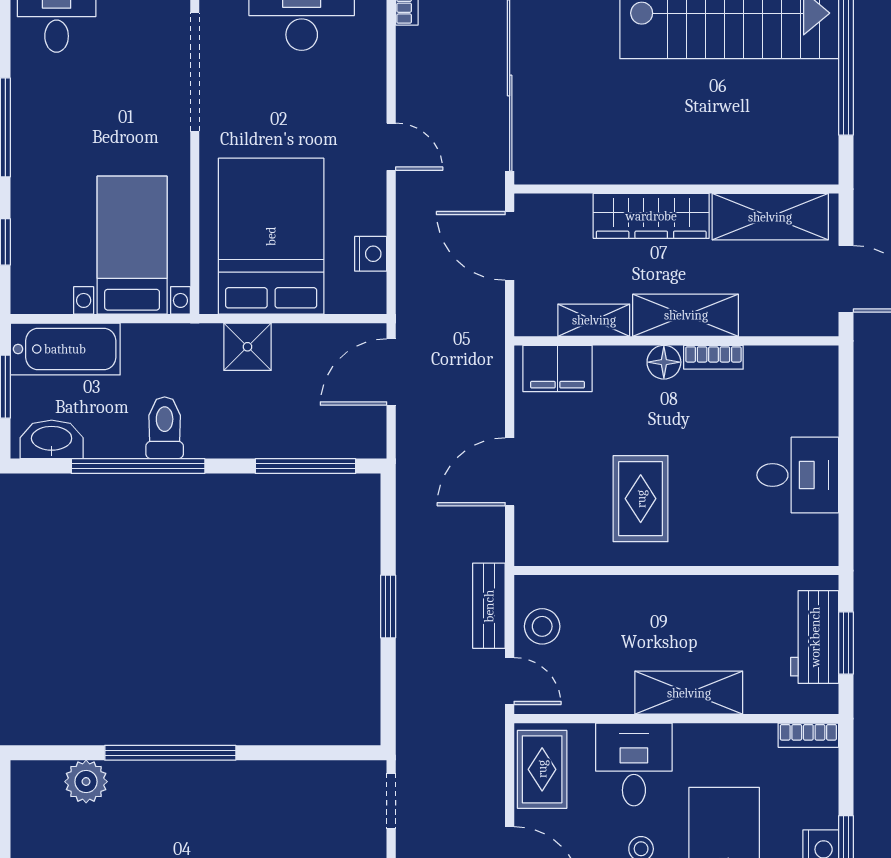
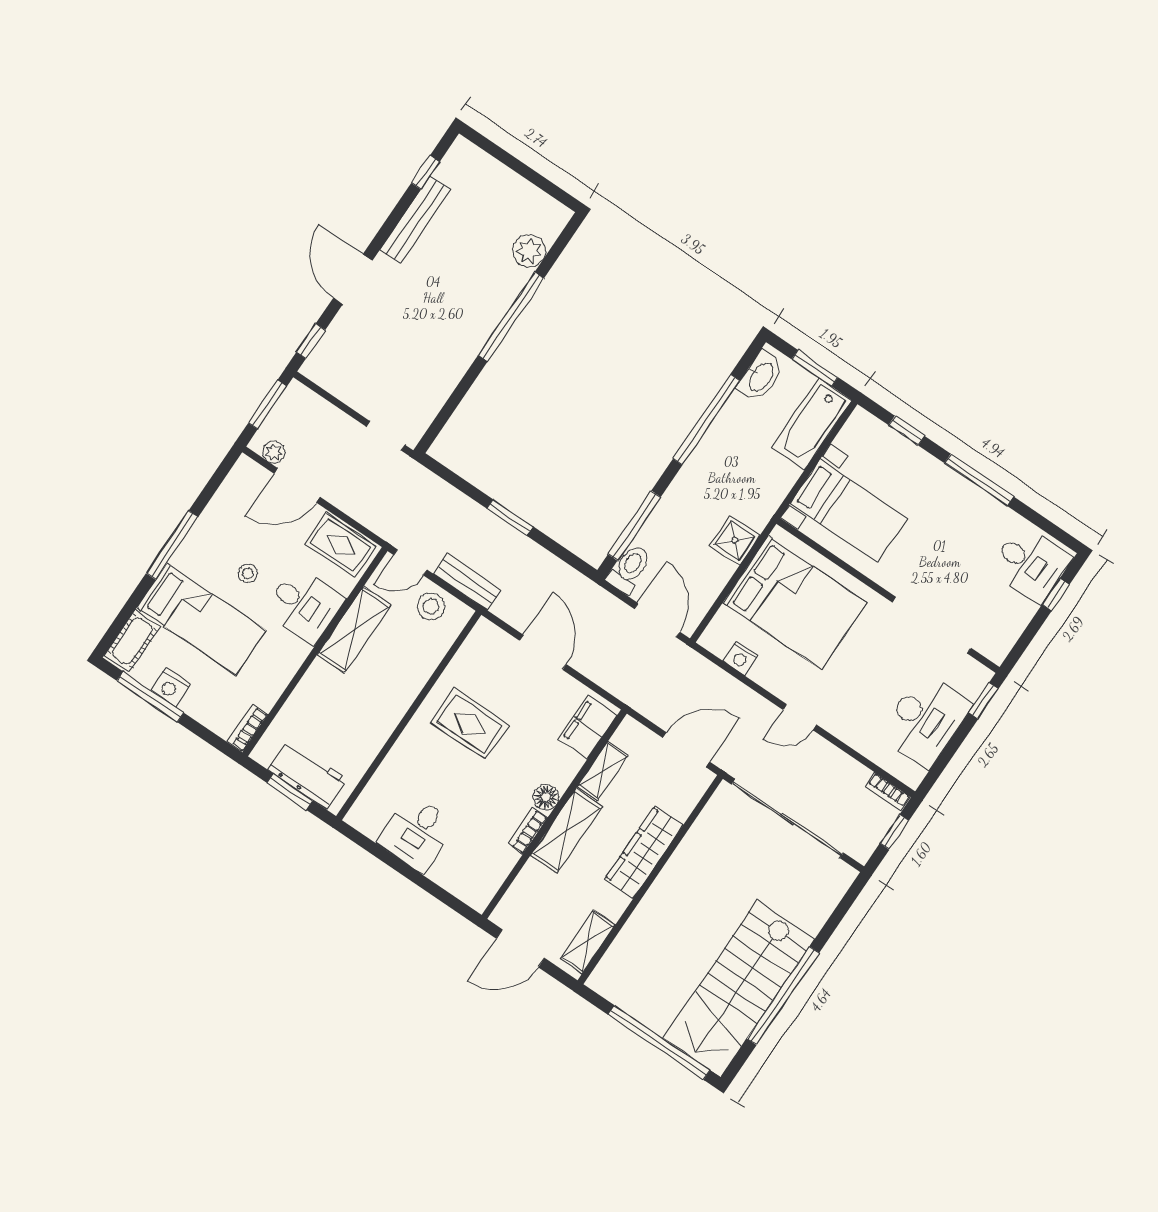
shelving: (770, 217) -> (588, 942), width x0.67, depth x0.75
toilet: (165, 428) -> (629, 569), moved, turned -90
shelving: (689, 693) -> (354, 630), moved

